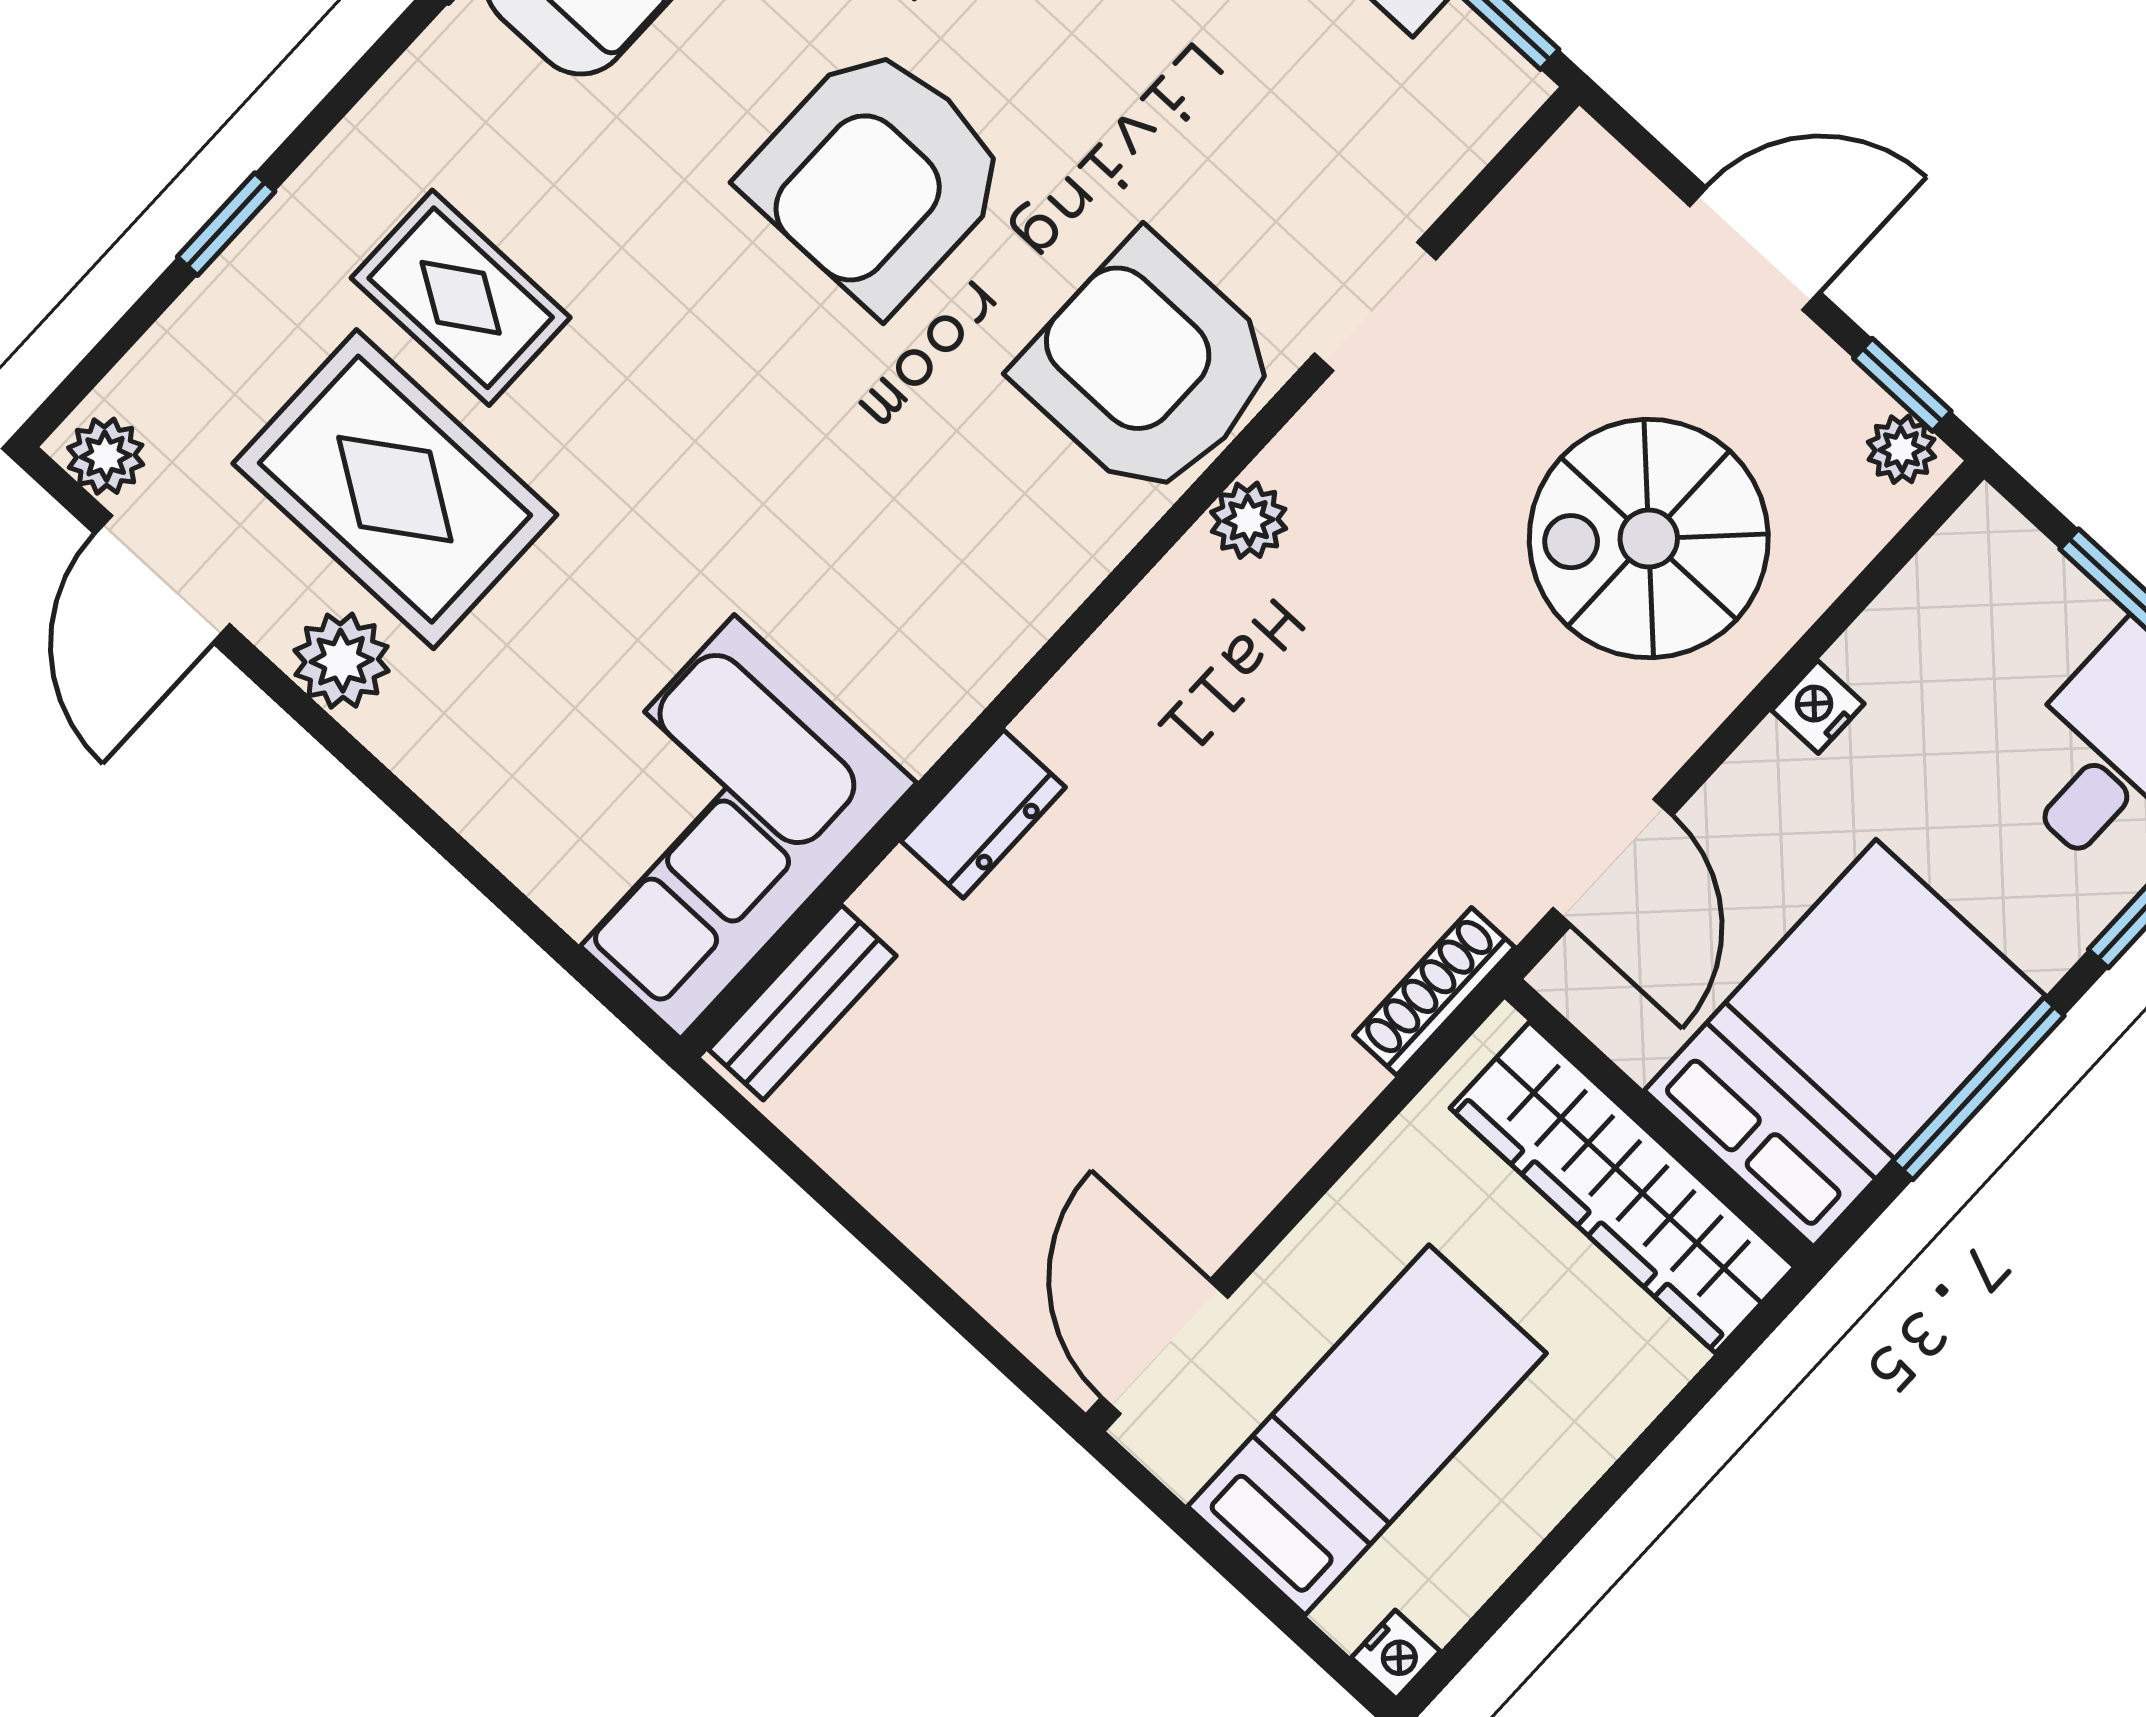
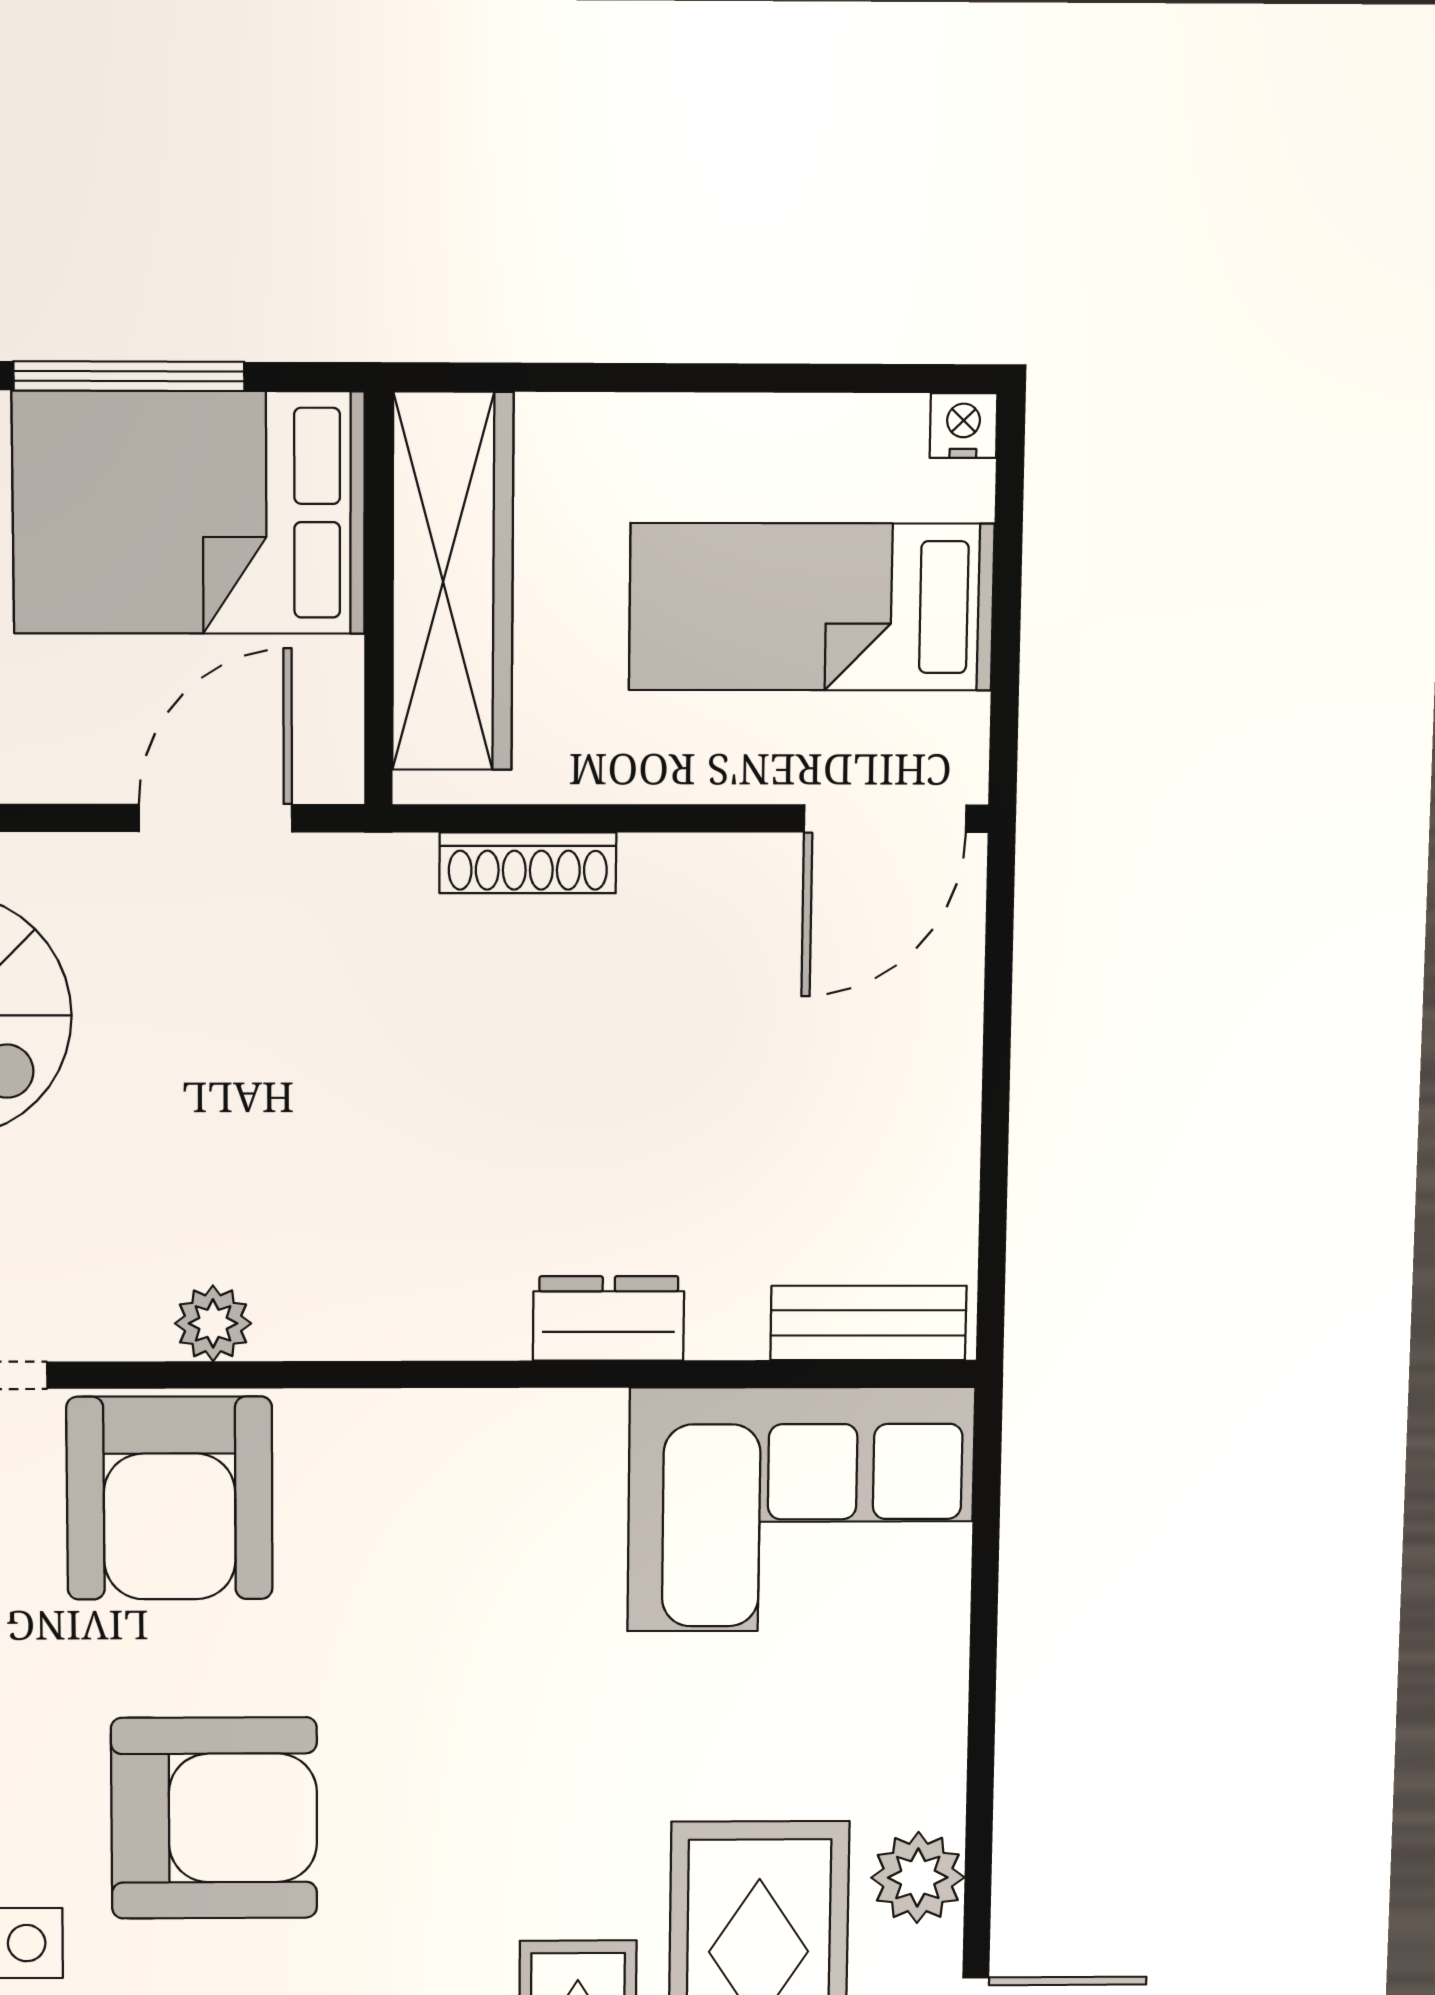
shoe rack: (1434, 991) -> (528, 863), moved

